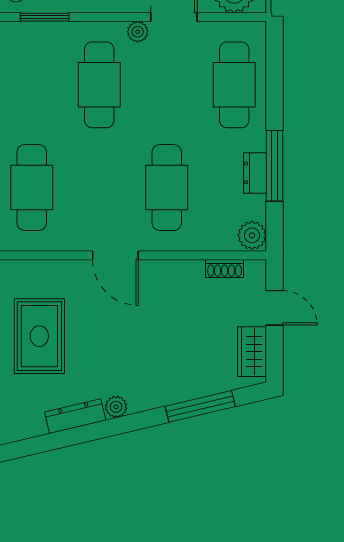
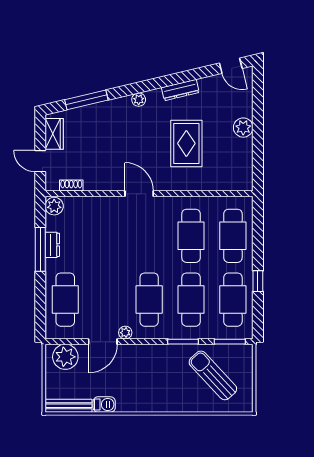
cafe table: (167, 188) -> (191, 300), moved
dresser: (75, 416) -> (180, 90), moved

